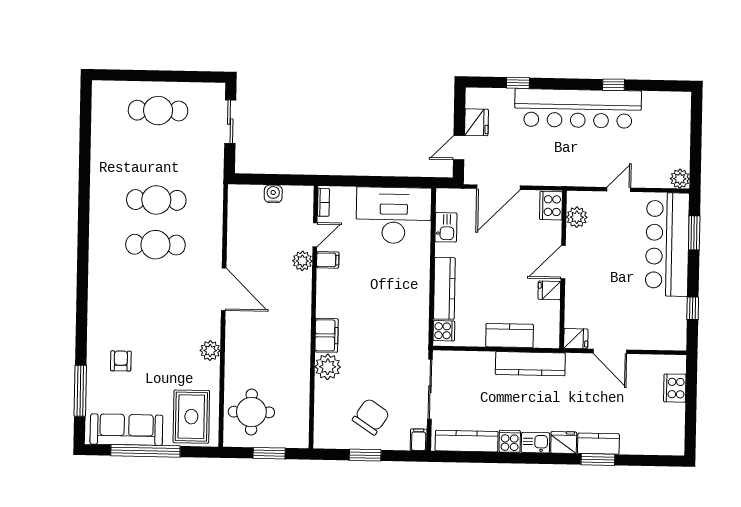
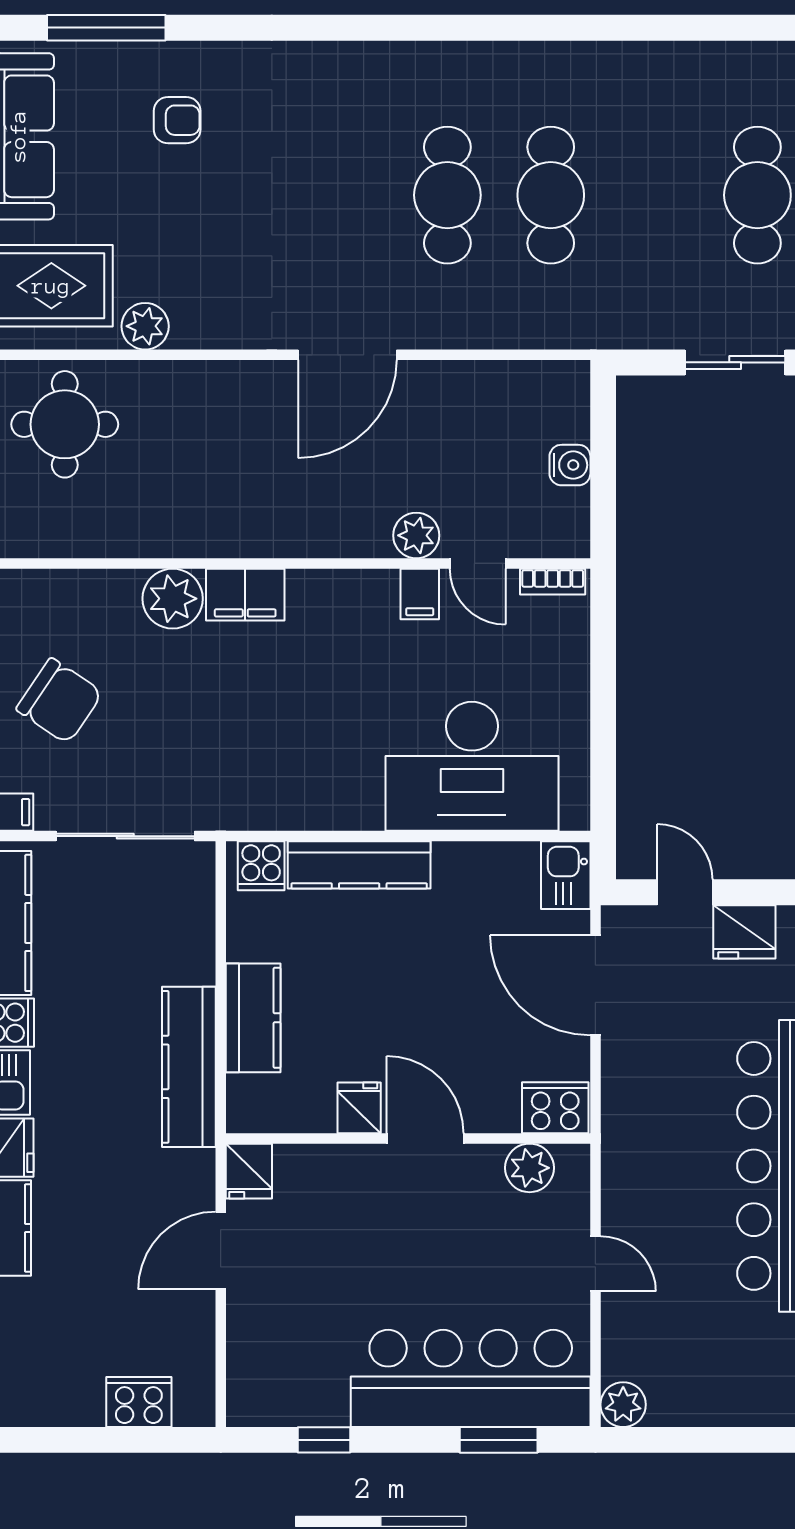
desk: (394, 215) -> (472, 766), moved, turned 90
kitchen sink: (446, 227) -> (566, 875), moved, turned 90
plant: (210, 351) -> (145, 326), moved

